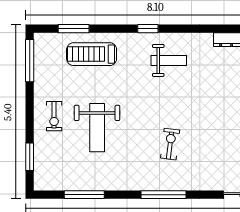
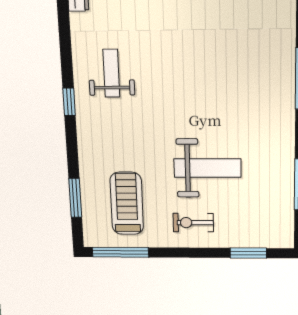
treadmill: (92, 54) -> (127, 203), moved, turned 180
exercise bike: (54, 116) -> (193, 223), turned 180
exercise bike: (170, 144) -> (229, 70), removed

